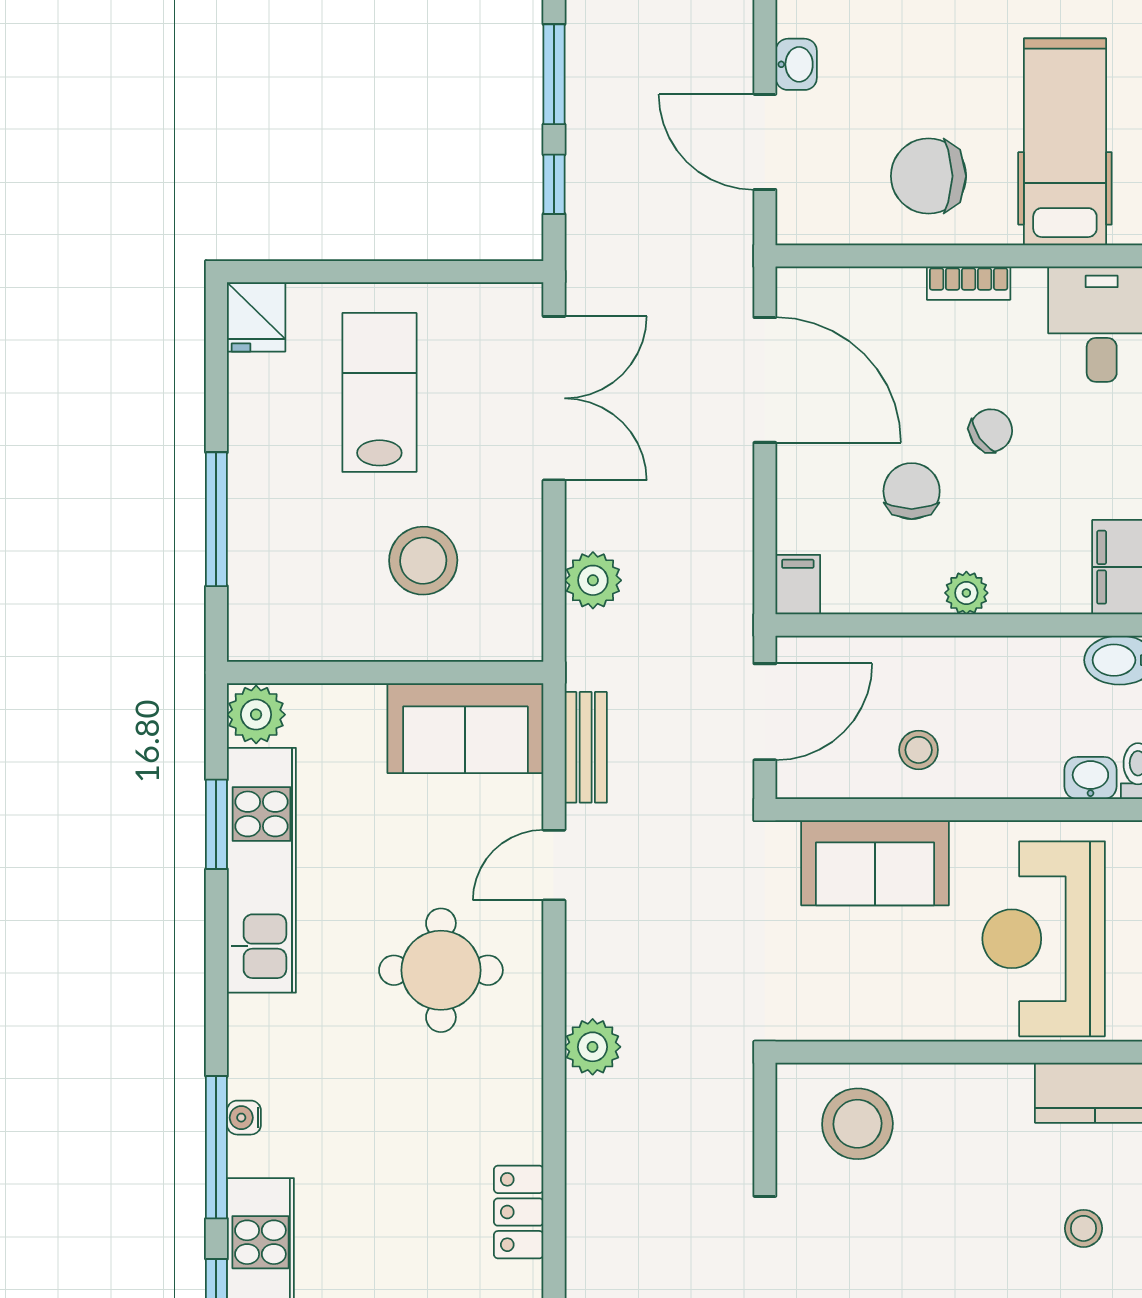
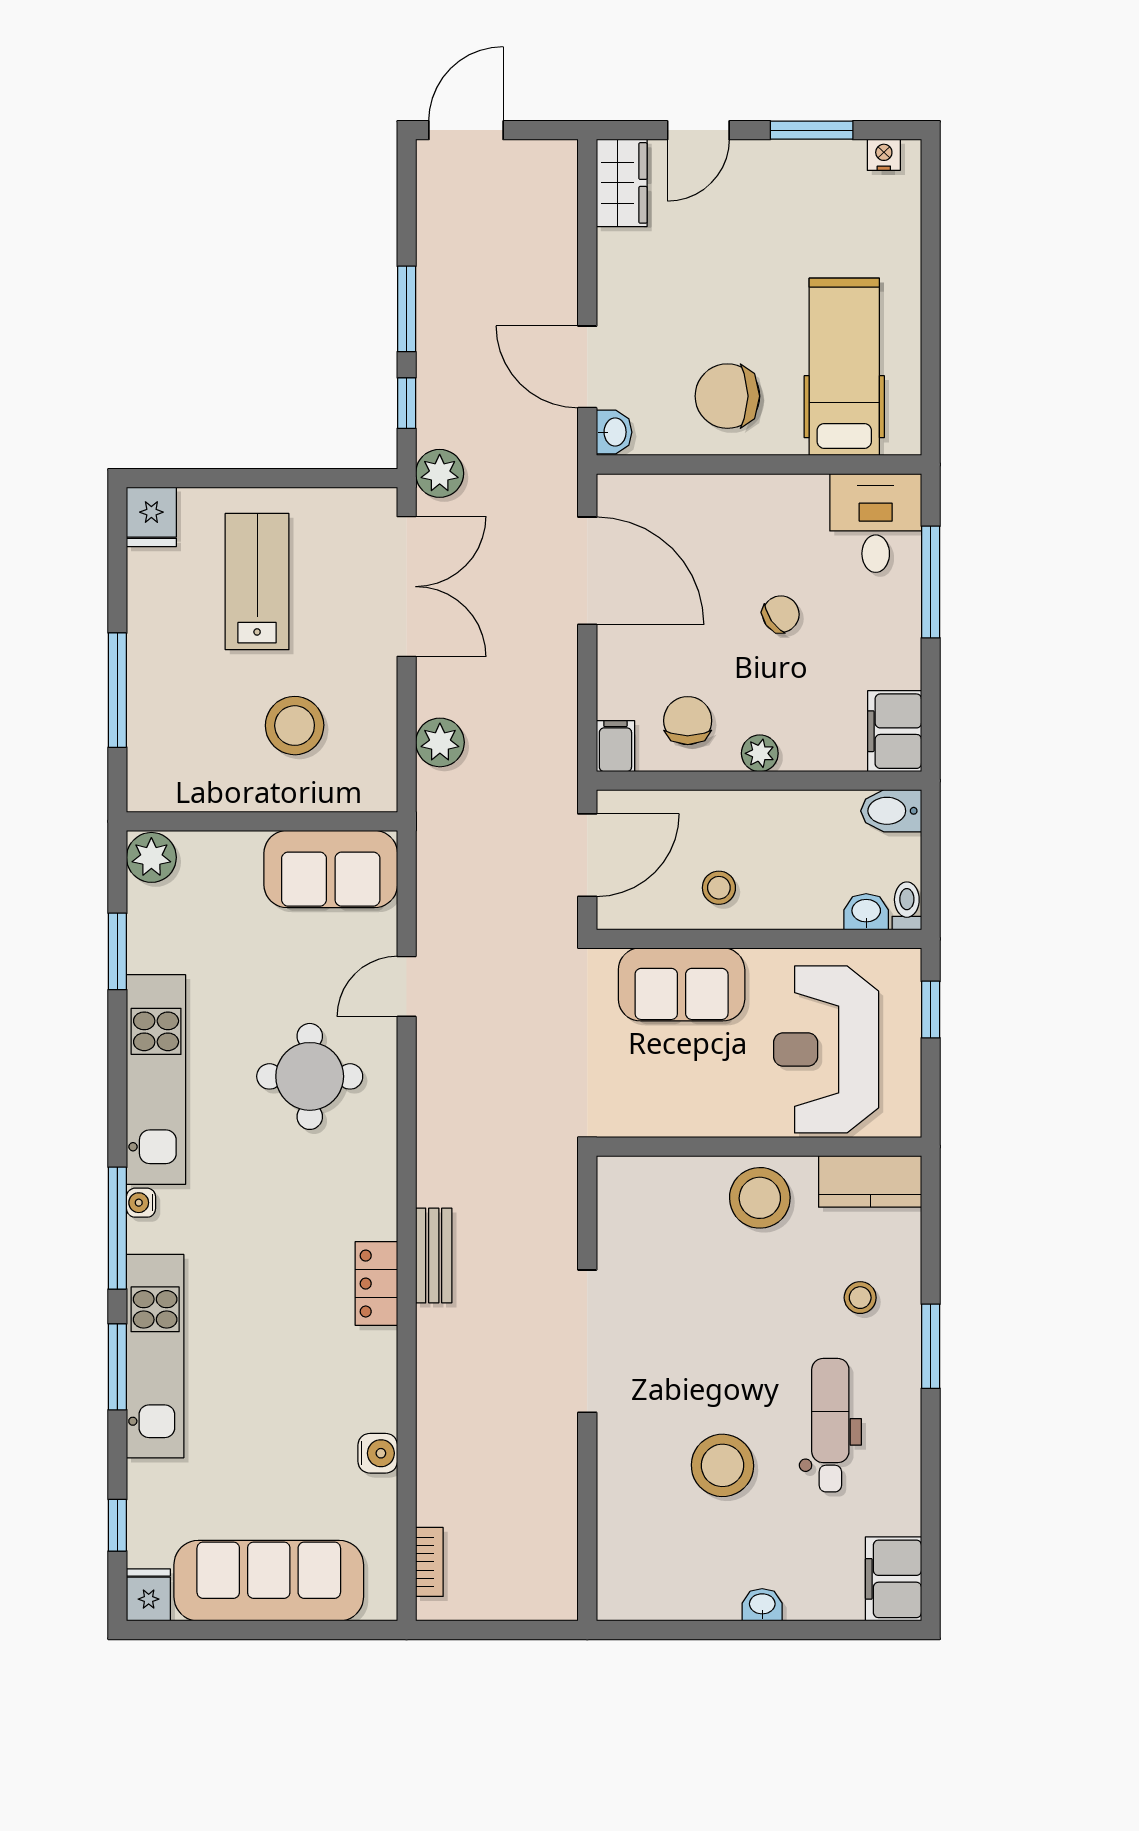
washbasin: (796, 64) -> (614, 432), moved
bookcase: (969, 283) -> (762, 488), removed
chair: (912, 491) -> (688, 721), moved
bench: (586, 747) -> (434, 1256), moved
kitchen unit: (261, 870) -> (156, 1080), moved
plant: (593, 1047) -> (440, 473), moved
stool: (857, 1124) -> (760, 1198), moved

